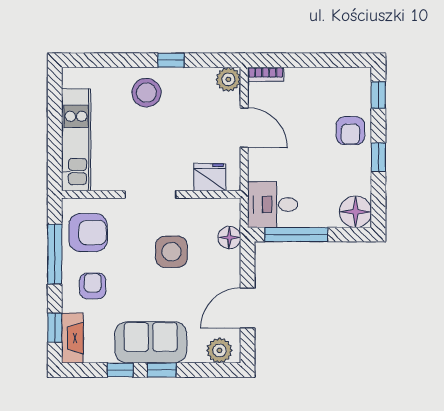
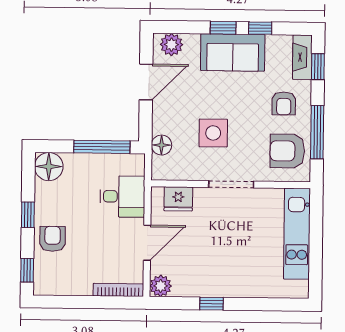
bookcase: (266, 74) -> (118, 290), width x1.56
stool: (146, 93) -> (234, 275), removed
door: (244, 128) -> (147, 243), swing flipped
desk: (273, 205) -> (122, 196), moved

